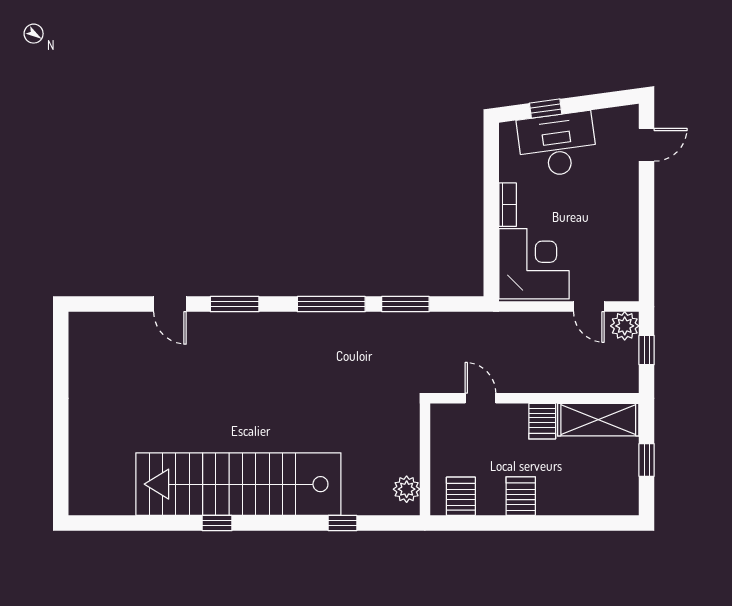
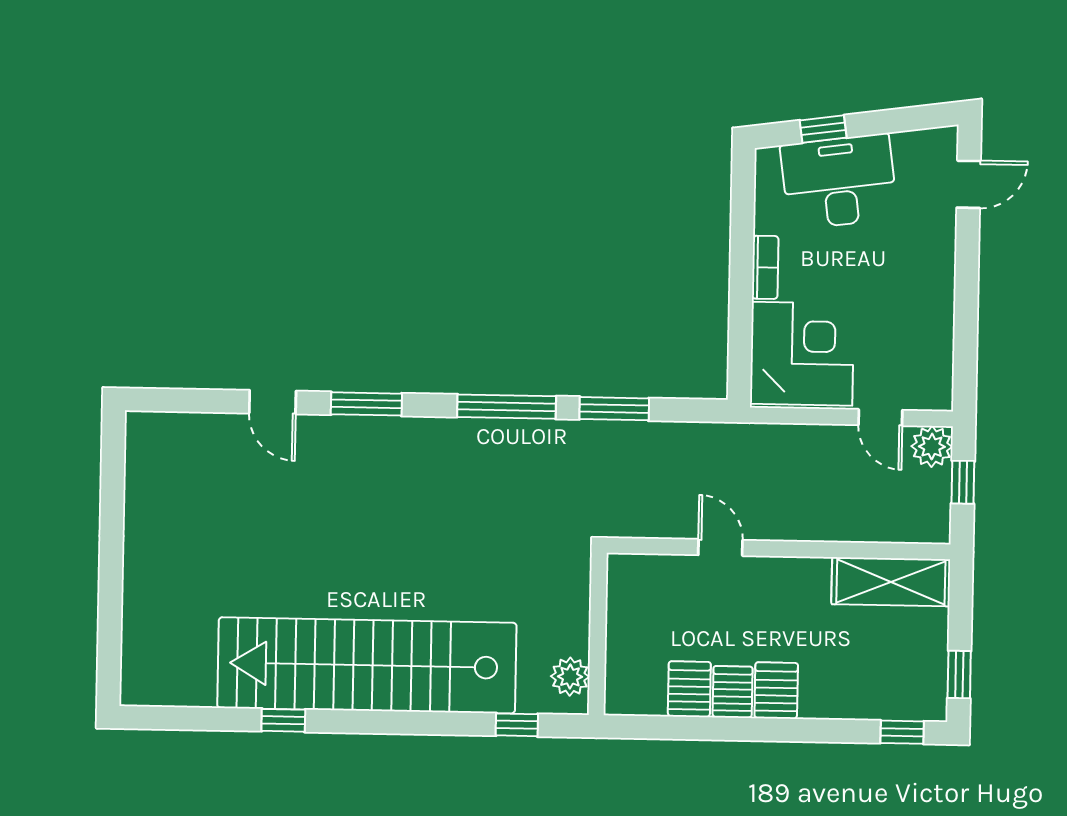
server rack: (542, 421) -> (733, 692), moved, turned 180
wall: (425, 459) -> (598, 634), moved
window: (647, 460) -> (959, 674), moved
plant: (407, 489) -> (570, 677), moved
window: (217, 523) -> (283, 720), moved
window: (608, 523) -> (902, 732), added

